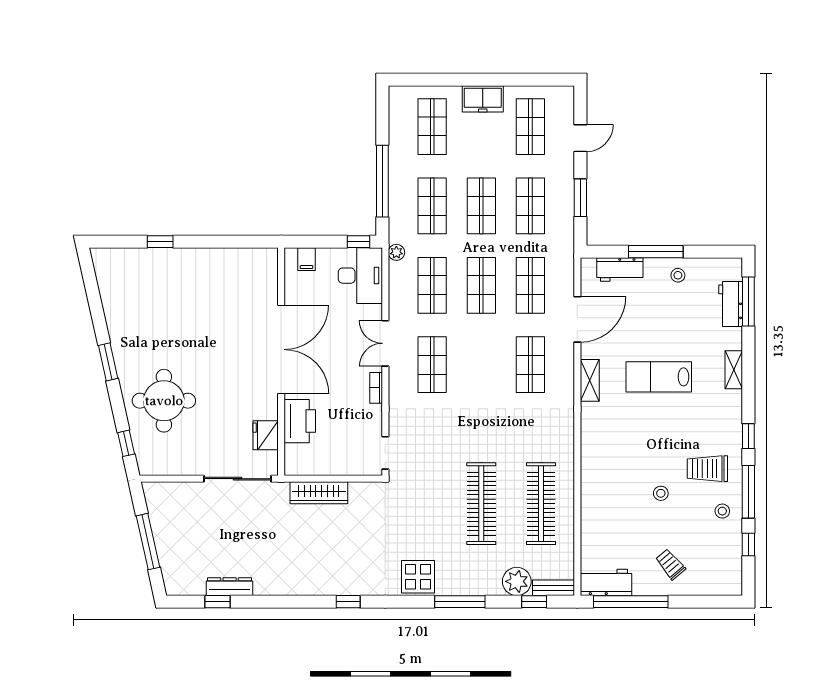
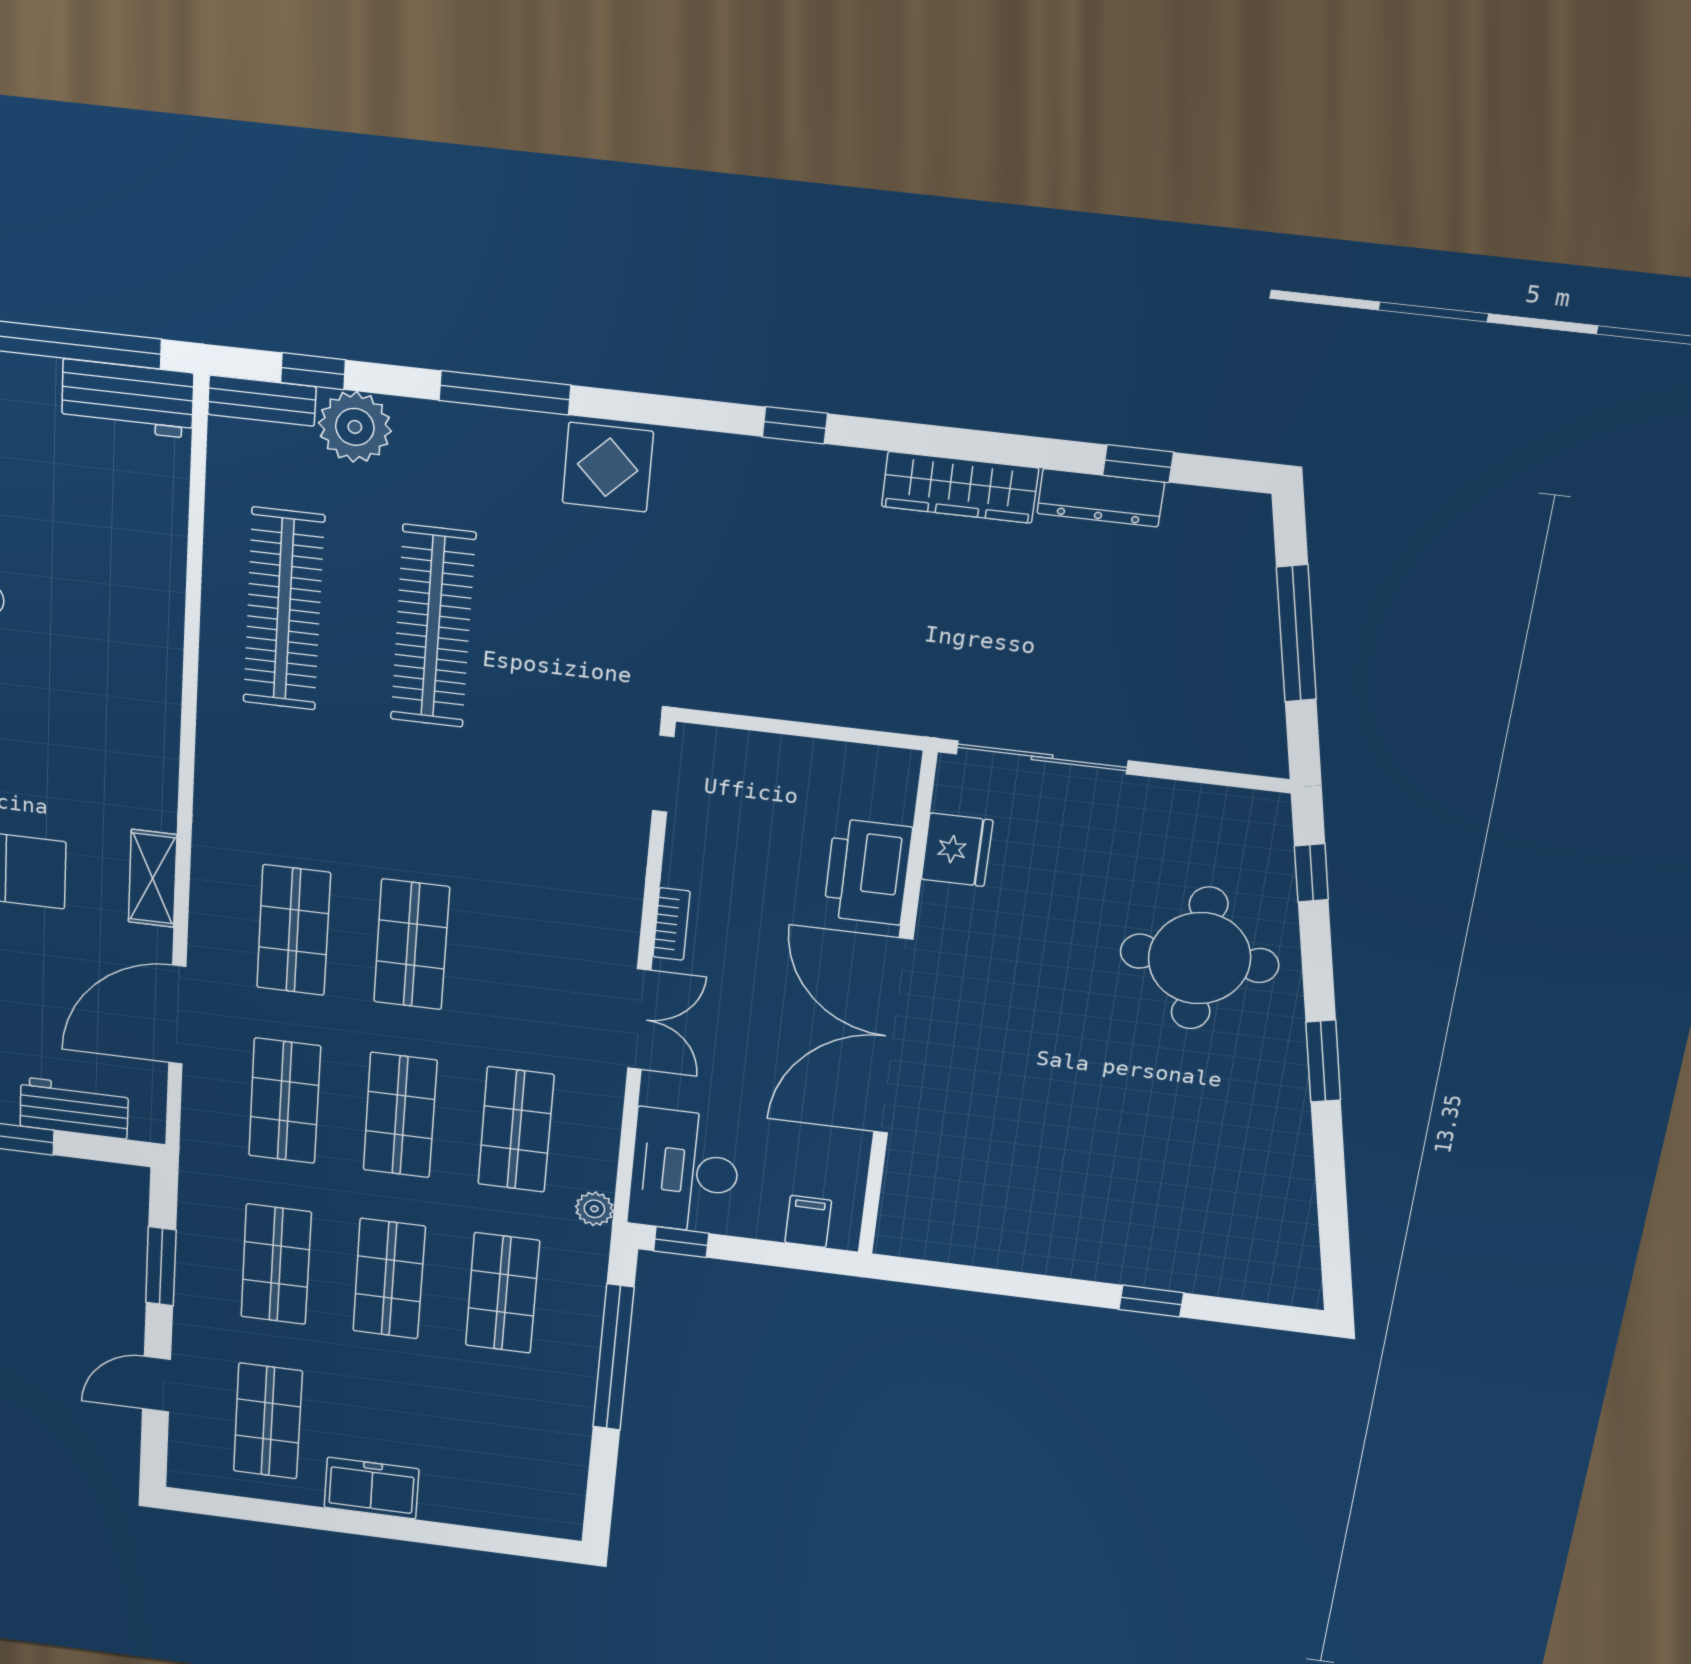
shop shelf: (432, 127) -> (489, 1450), removed
shop shelf: (432, 365) -> (412, 944), moved
wardrobe: (319, 493) -> (960, 487), moved, turned 180

